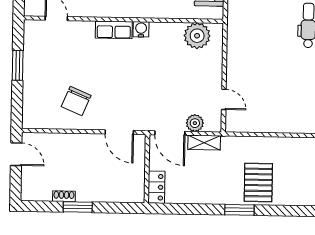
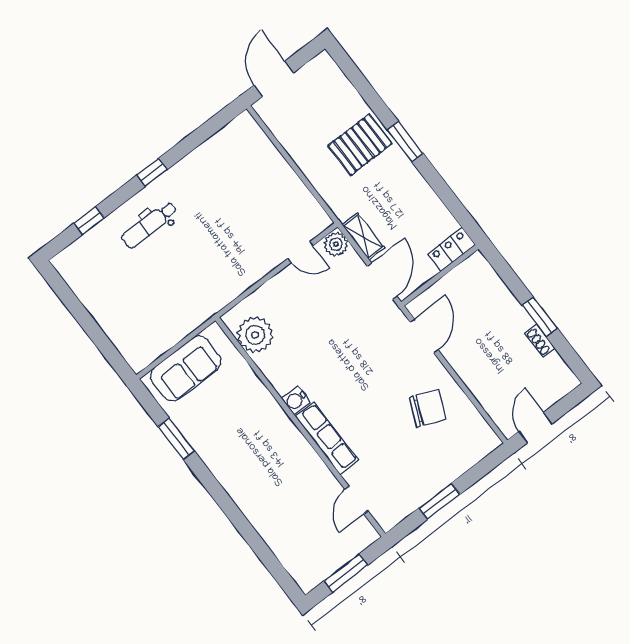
row of seats: (114, 30) -> (327, 438), width x1.48
door: (224, 99) -> (300, 252), swing flipped
plant: (195, 123) -> (336, 244), moved

